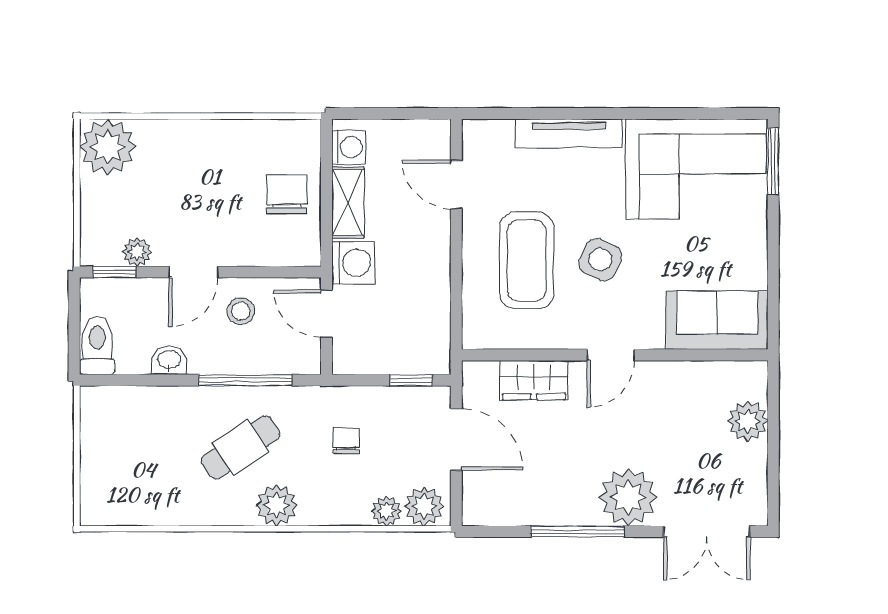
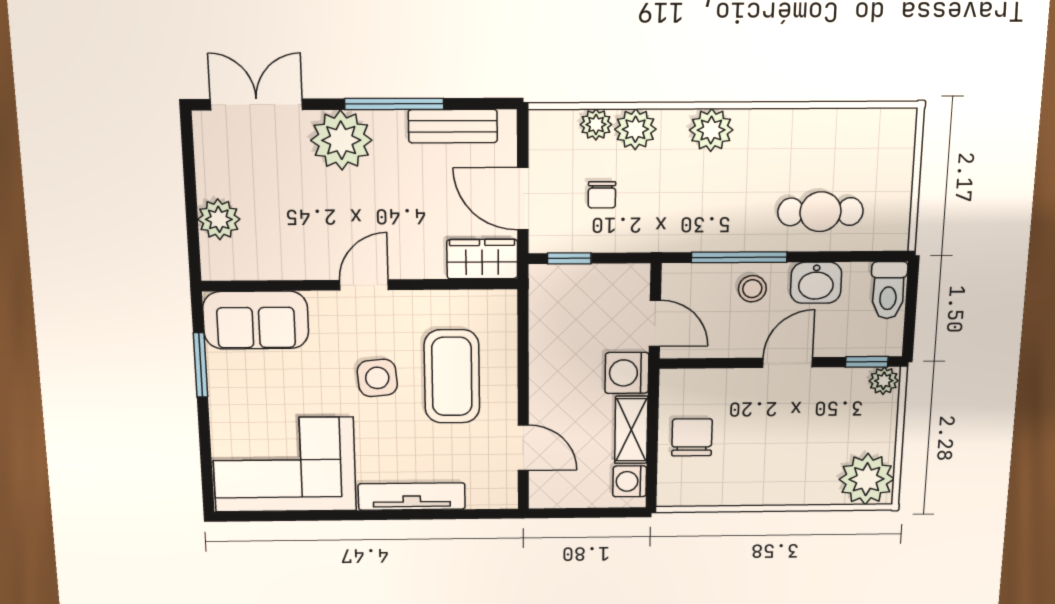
window: (773, 161) -> (200, 365), moved
chair: (287, 194) -> (692, 437), turned 180
plant: (137, 252) -> (884, 381), moved
side table: (600, 260) -> (377, 378), turned -30
stool: (241, 311) -> (752, 289), moved
washbasin: (169, 360) -> (816, 283), width x1.38, depth x1.45
wardrobe: (534, 380) -> (482, 259), moved
chair: (346, 441) -> (602, 195), moved
cafe table: (241, 447) -> (820, 212), moved, turned 34
plant: (424, 506) -> (635, 129), moved
bench: (522, 510) -> (453, 126), added

